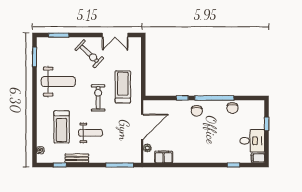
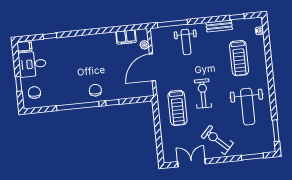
weight bench: (58, 82) -> (248, 107), turned -90
exercise bike: (98, 98) -> (203, 93), turned 180
chair: (232, 108) -> (34, 92), moved
treadmill: (62, 127) -> (239, 58), turned 180
weight bench: (90, 133) -> (186, 42), moved, turned -90

